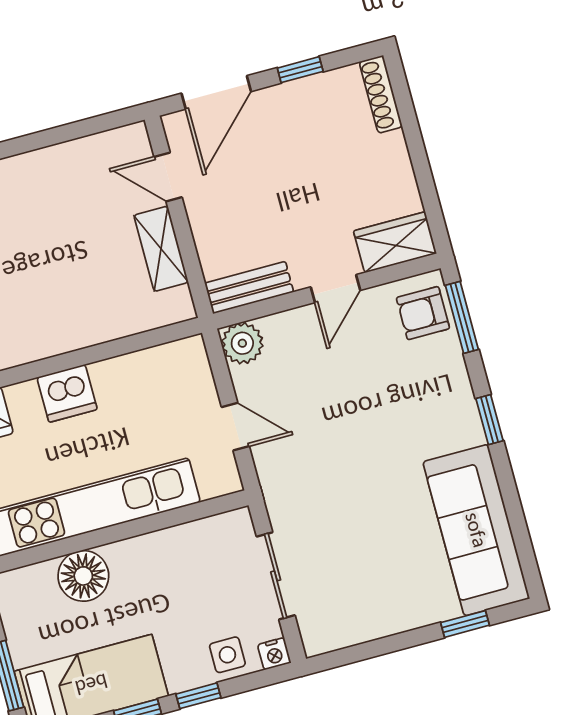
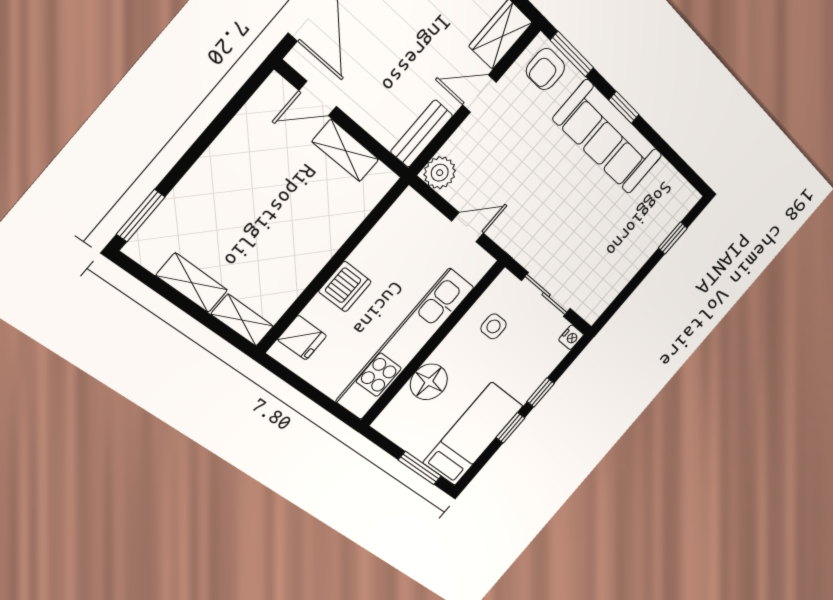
door: (335, 289) -> (479, 94), swing flipped
sofa: (476, 530) -> (608, 137), moved
side table: (227, 655) -> (494, 326), moved

